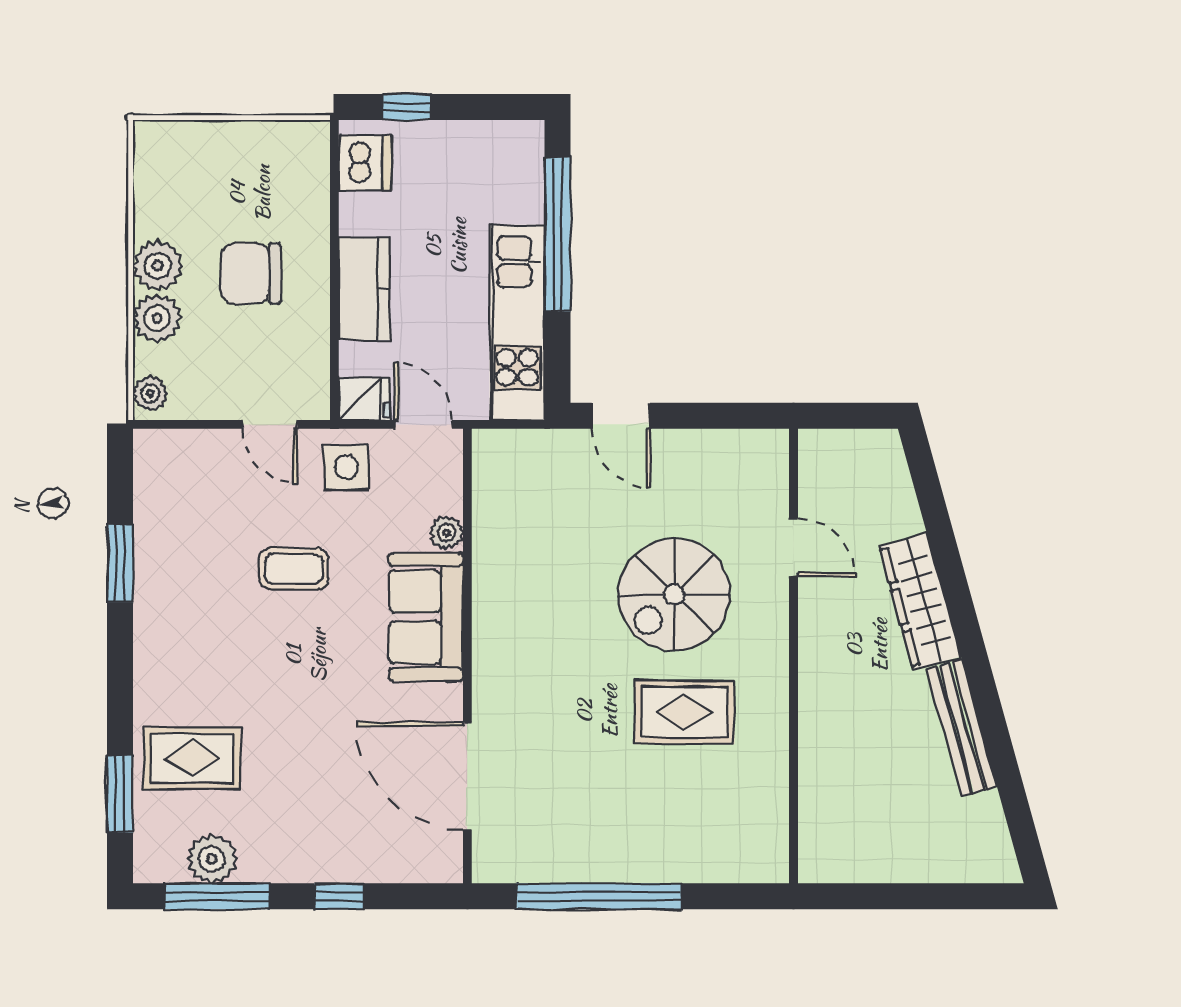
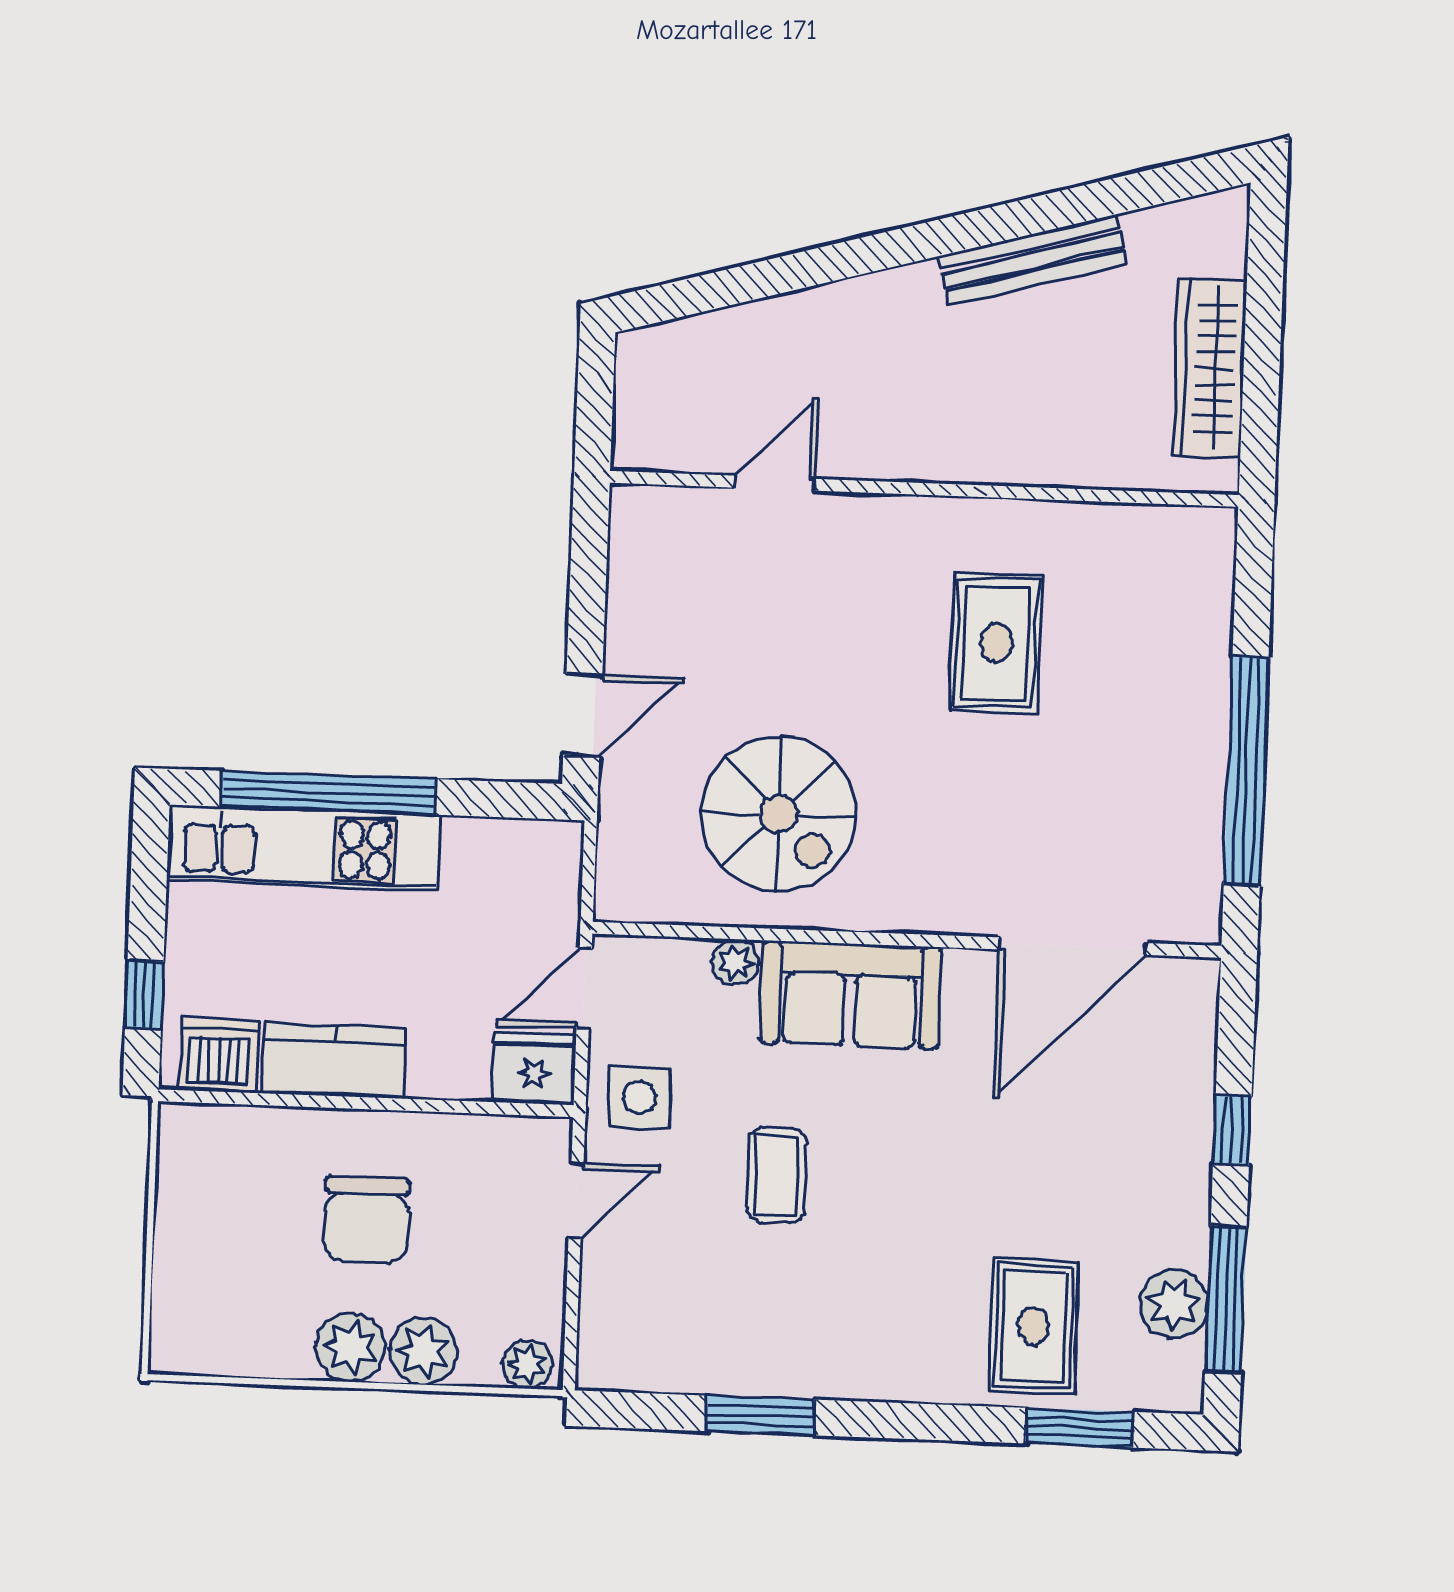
kitchen counter: (364, 289) -> (334, 1061), moved
kitchen unit: (517, 322) -> (303, 848), moved
fridge: (364, 399) -> (534, 1068), width x1.38
spiral stairs: (674, 594) -> (778, 814), moved
wardrobe: (920, 601) -> (1209, 368), moved, turned 105

